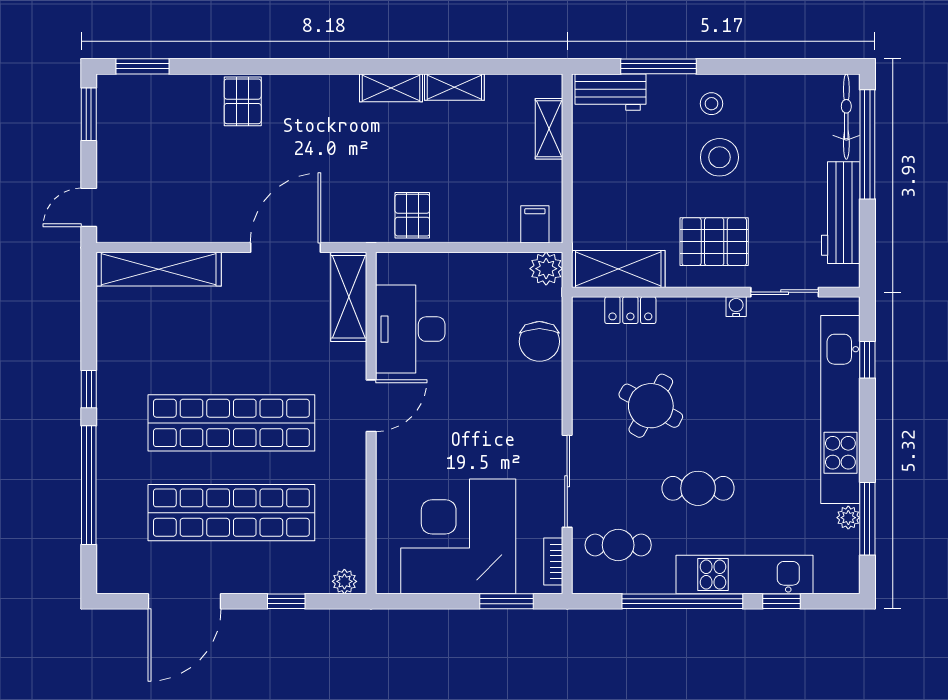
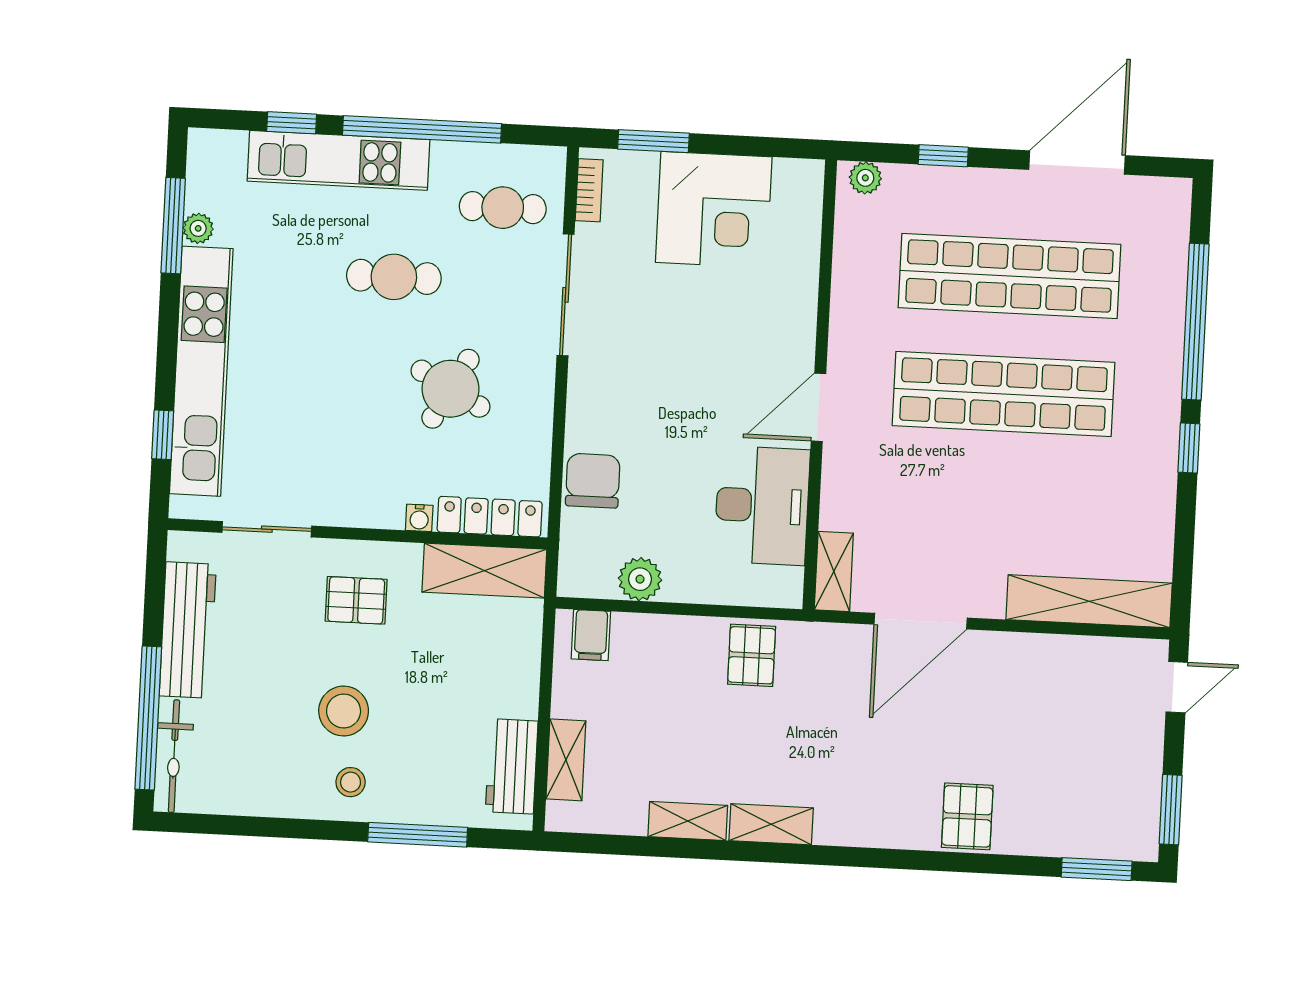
workbench: (610, 92) -> (512, 766), moved, turned -90
pallet: (714, 242) -> (356, 600), width x0.67, depth x0.71
plant: (546, 269) -> (640, 579), moved
shelving: (349, 297) -> (834, 571), width x0.67, depth x0.75
water cooler: (736, 307) -> (419, 518), moved
locker: (630, 310) -> (490, 517), width x1.53
corner desk: (458, 536) -> (714, 210), width x0.74, depth x0.74

